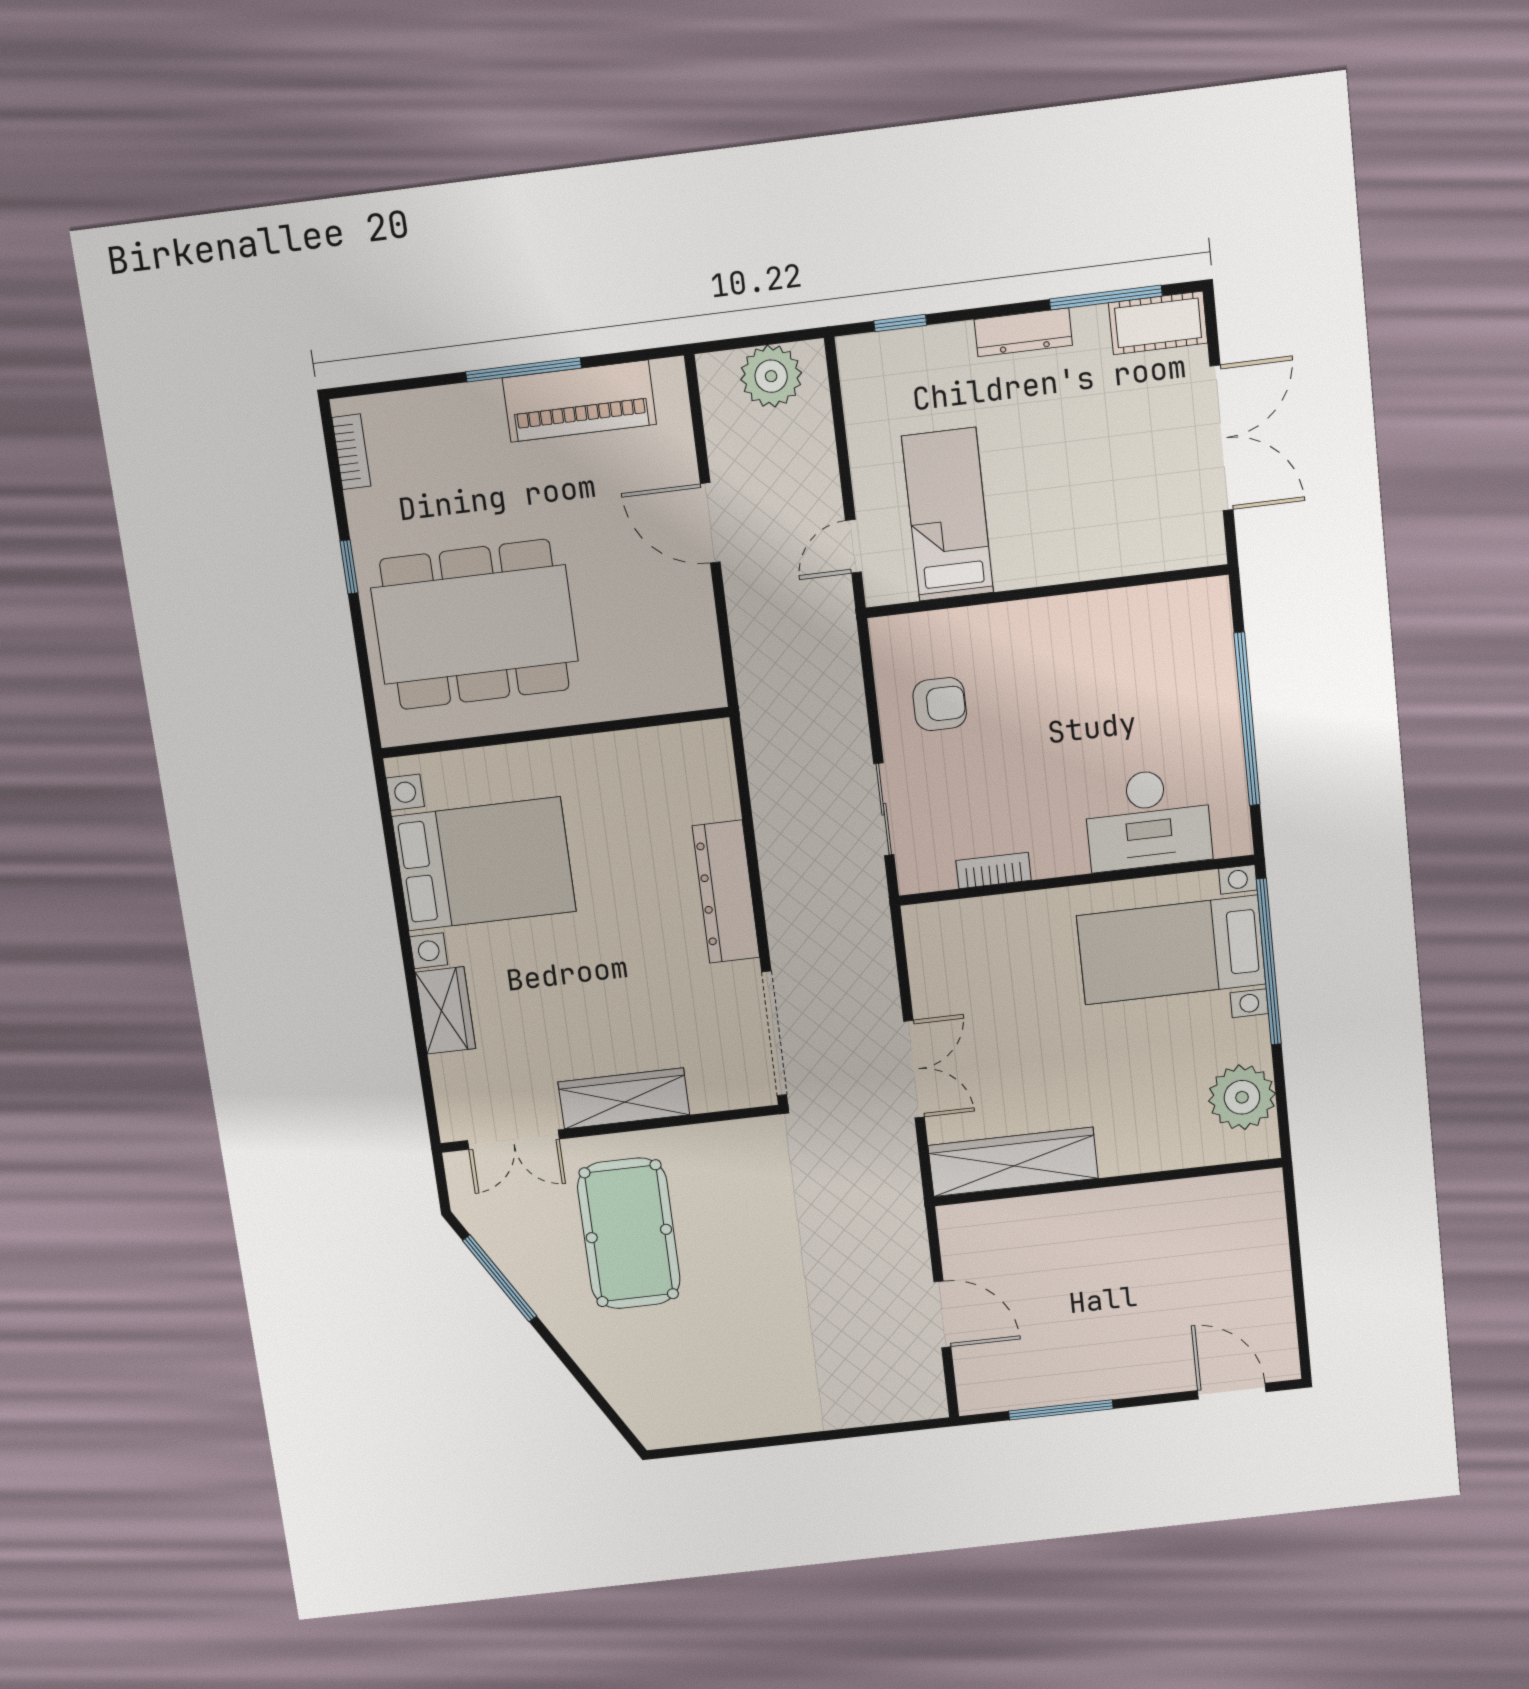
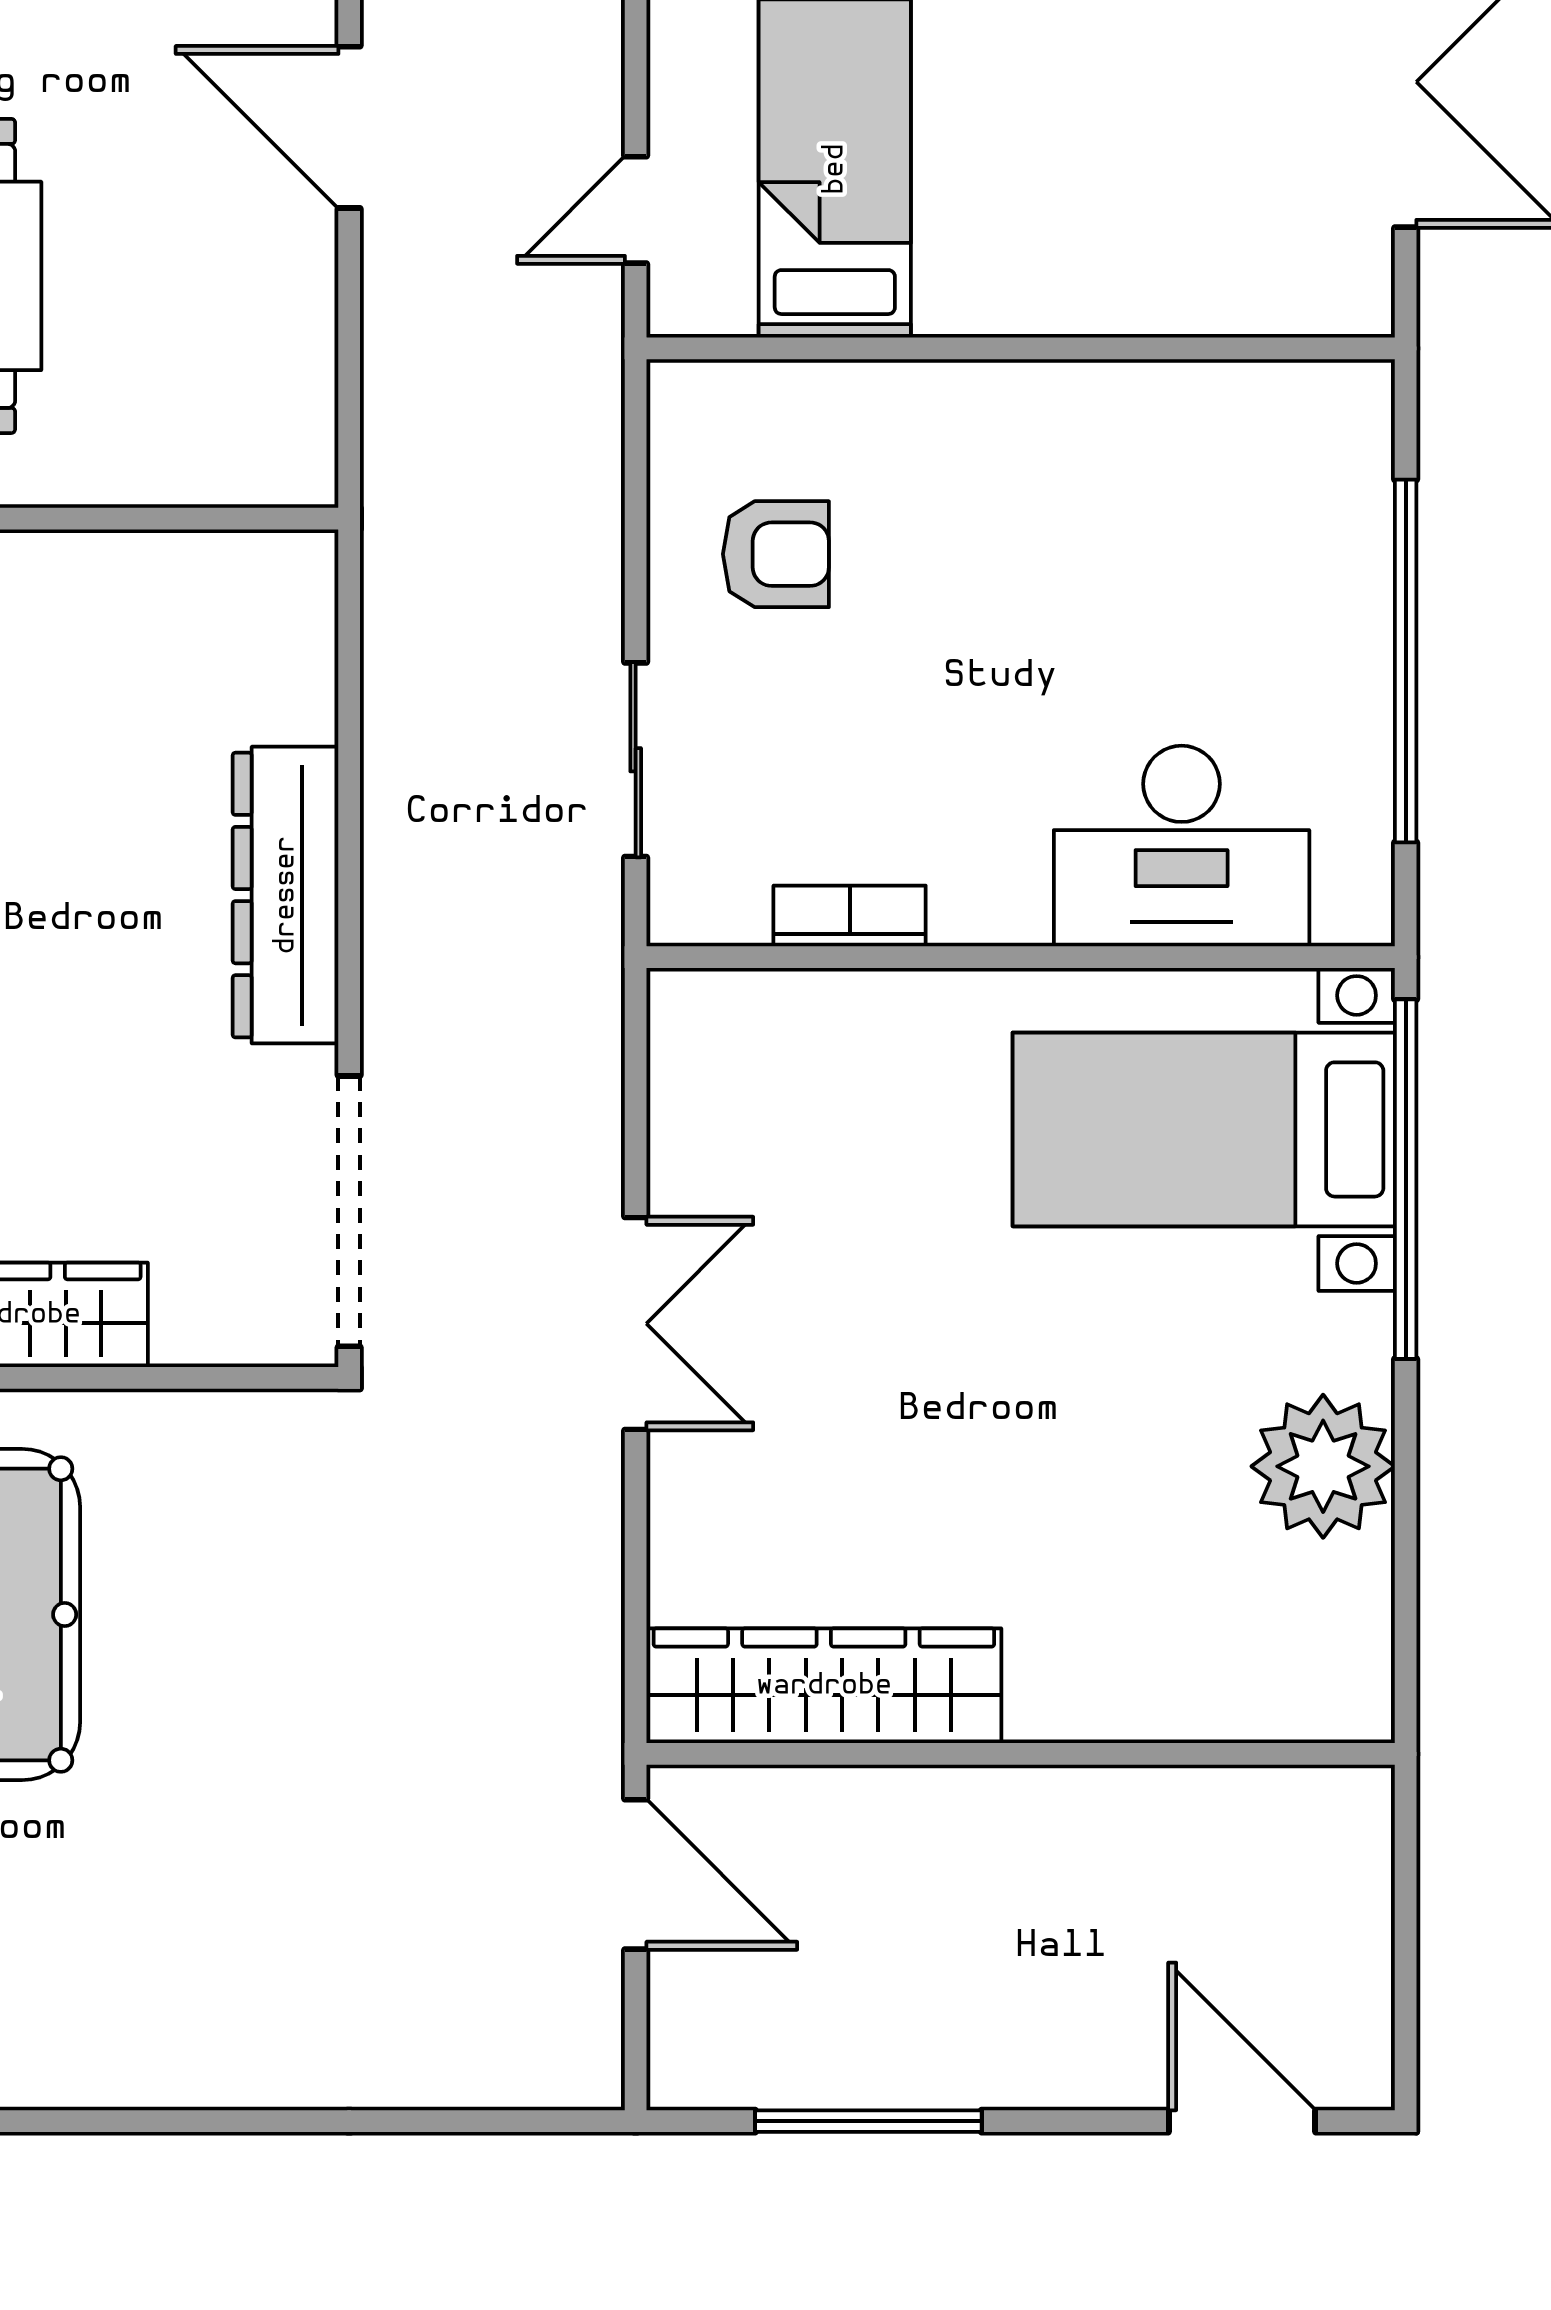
wardrobe: (1013, 1162) -> (824, 1686), moved
wall: (1108, 1182) -> (1021, 1754), moved

